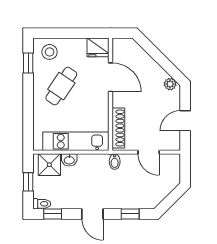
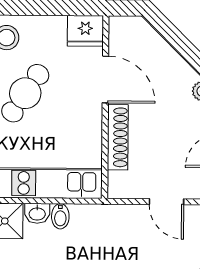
shoe rack: (118, 128) -> (118, 137), moved
bidet: (115, 162) -> (60, 216), moved

